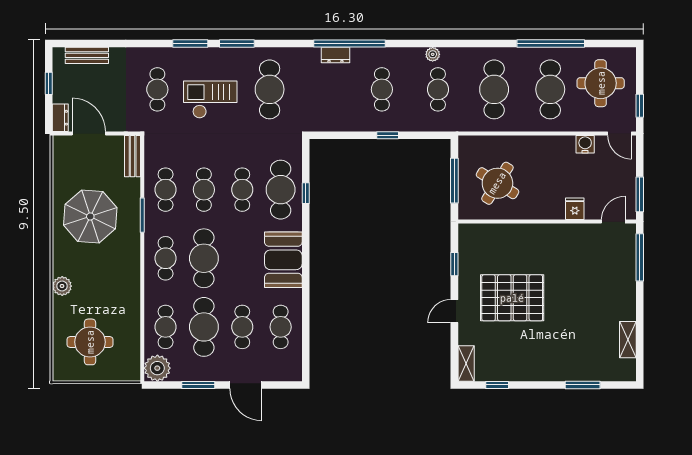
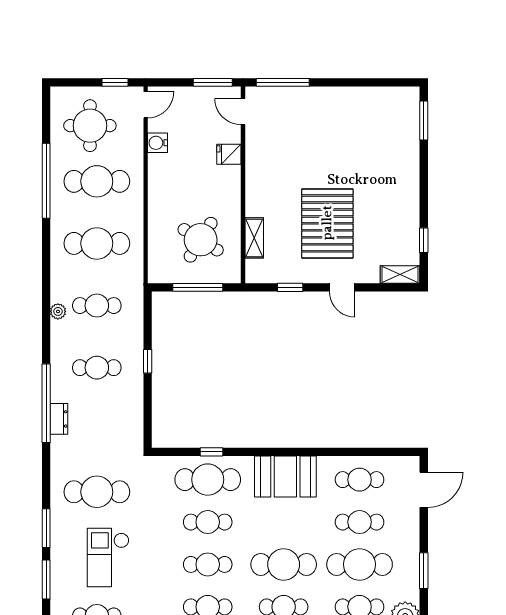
shelving: (628, 340) -> (254, 238), moved, turned 90
door: (246, 385) -> (424, 490), moved
window: (583, 385) -> (424, 121), moved

